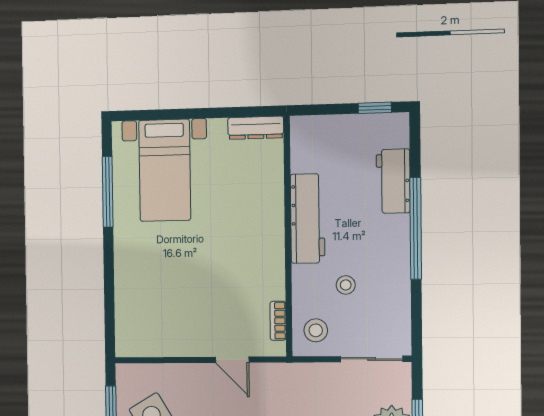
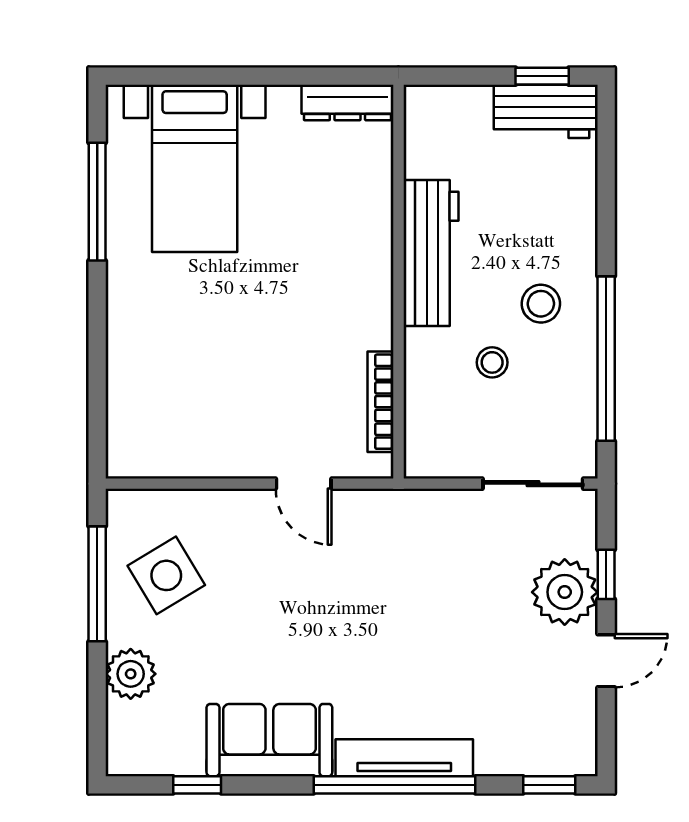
workbench: (393, 181) -> (546, 111), moved, turned -90
window: (416, 228) -> (606, 359), moved
bookcase: (278, 321) -> (380, 402), width x1.56
stool: (316, 330) -> (541, 304), moved

